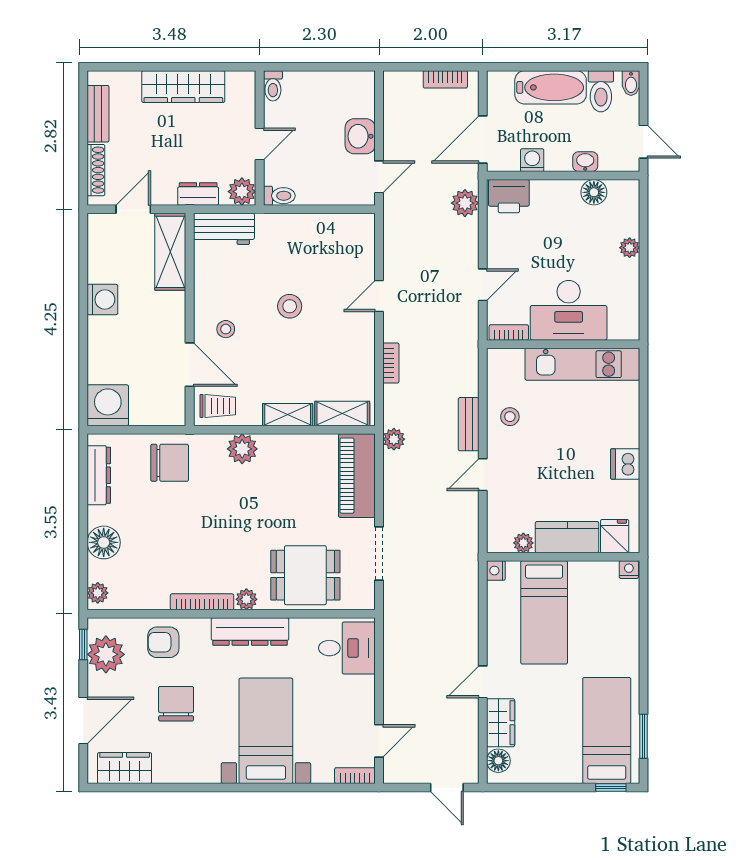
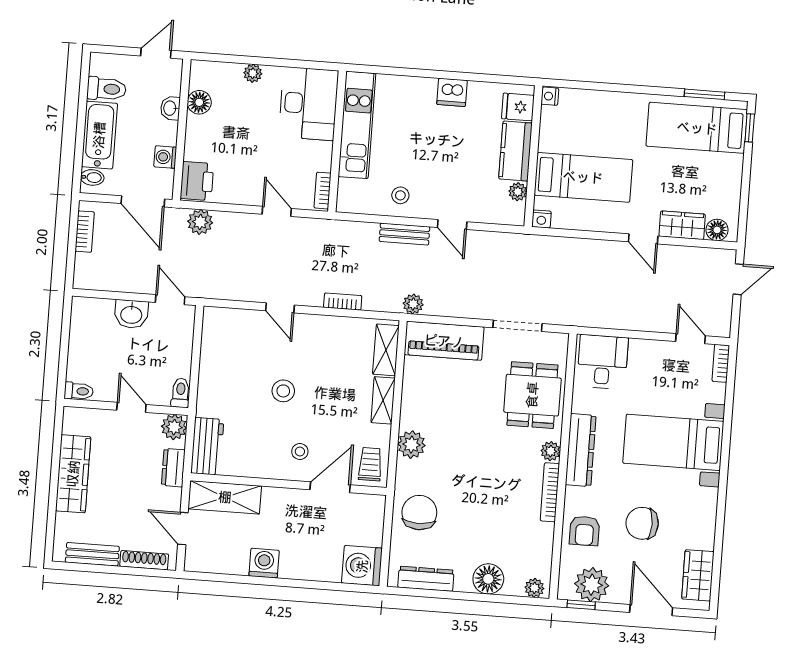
bidet: (631, 83) -> (92, 177), moved
desk: (569, 310) -> (309, 104), moved

